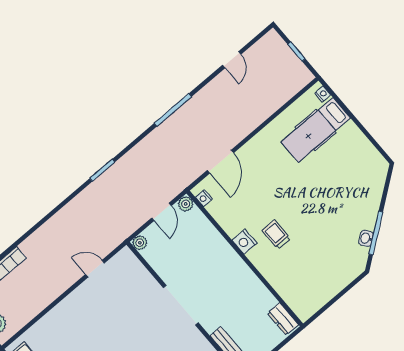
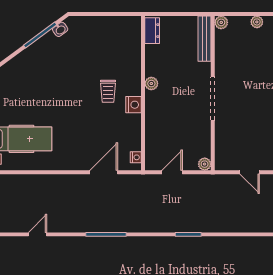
plant: (186, 204) -> (151, 84), moved
washbasin: (366, 238) -> (60, 29), moved

